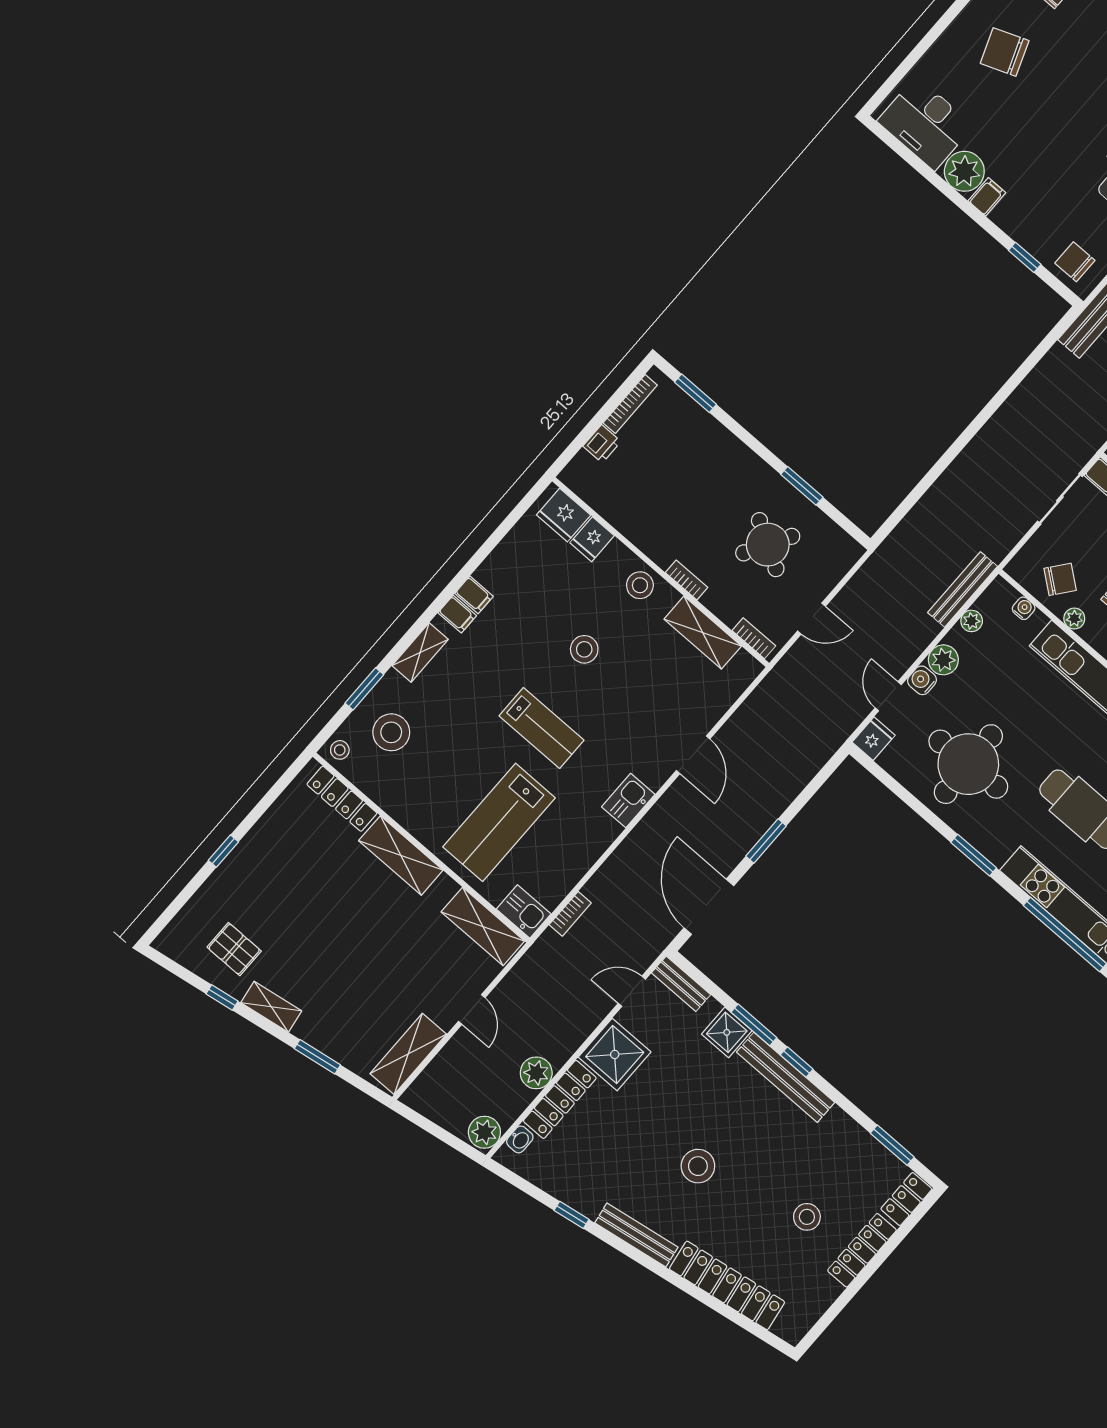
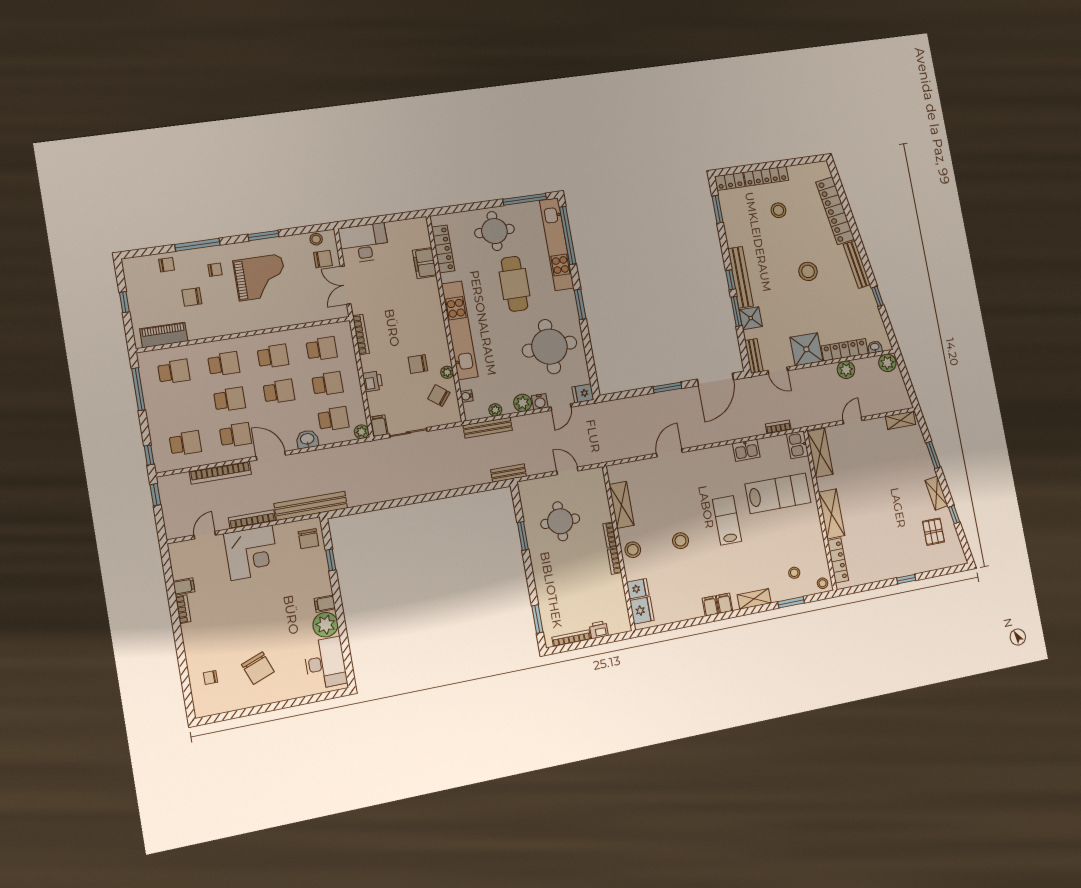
round table: (768, 545) -> (560, 521), turned -30
bench: (887, 552) -> (508, 473), added
bookcase: (754, 638) -> (614, 561), moved
stool: (391, 732) -> (794, 573), width x0.53, depth x0.53
kitchen sink: (628, 801) -> (746, 450), moved
shelving: (408, 1054) -> (901, 420), width x0.67, depth x0.75

